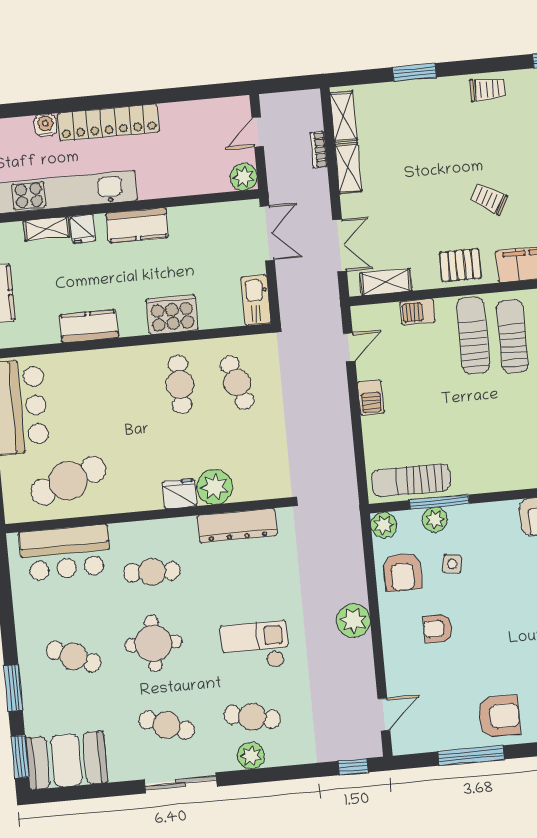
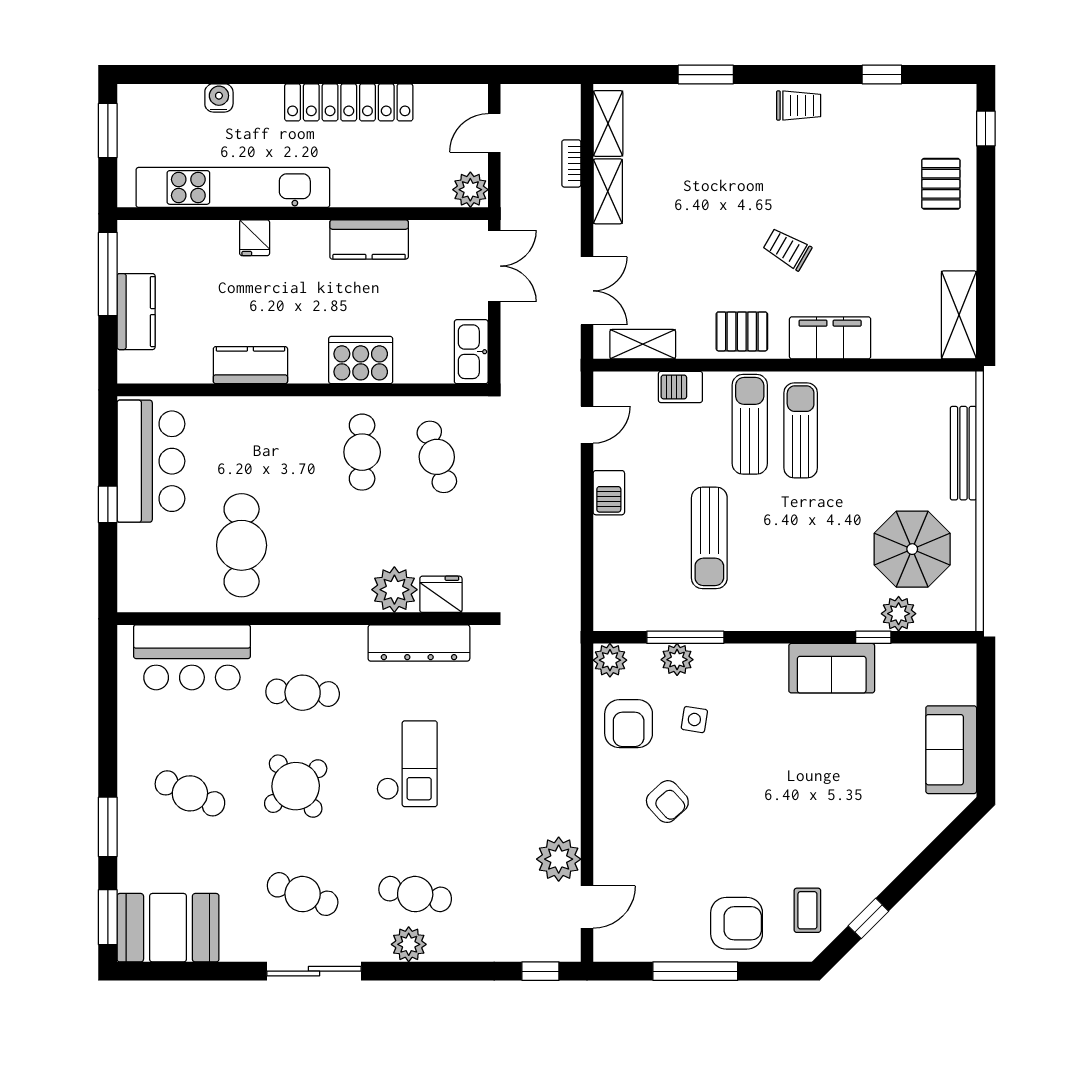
locker: (108, 123) -> (349, 102), moved
kitchen counter: (137, 225) -> (369, 239), moved
shelving: (47, 229) -> (208, 233), removed
sun lounger: (411, 480) -> (709, 538), moved, turned -90
cafe table: (68, 481) -> (242, 545), moved, turned -71
fridge: (180, 494) -> (441, 594), moved
plant: (353, 621) -> (559, 859), moved
armchair: (438, 628) -> (667, 802), turned -132
round table: (153, 643) -> (296, 786), turned -38
checkout: (255, 646) -> (407, 764), moved, turned 90

